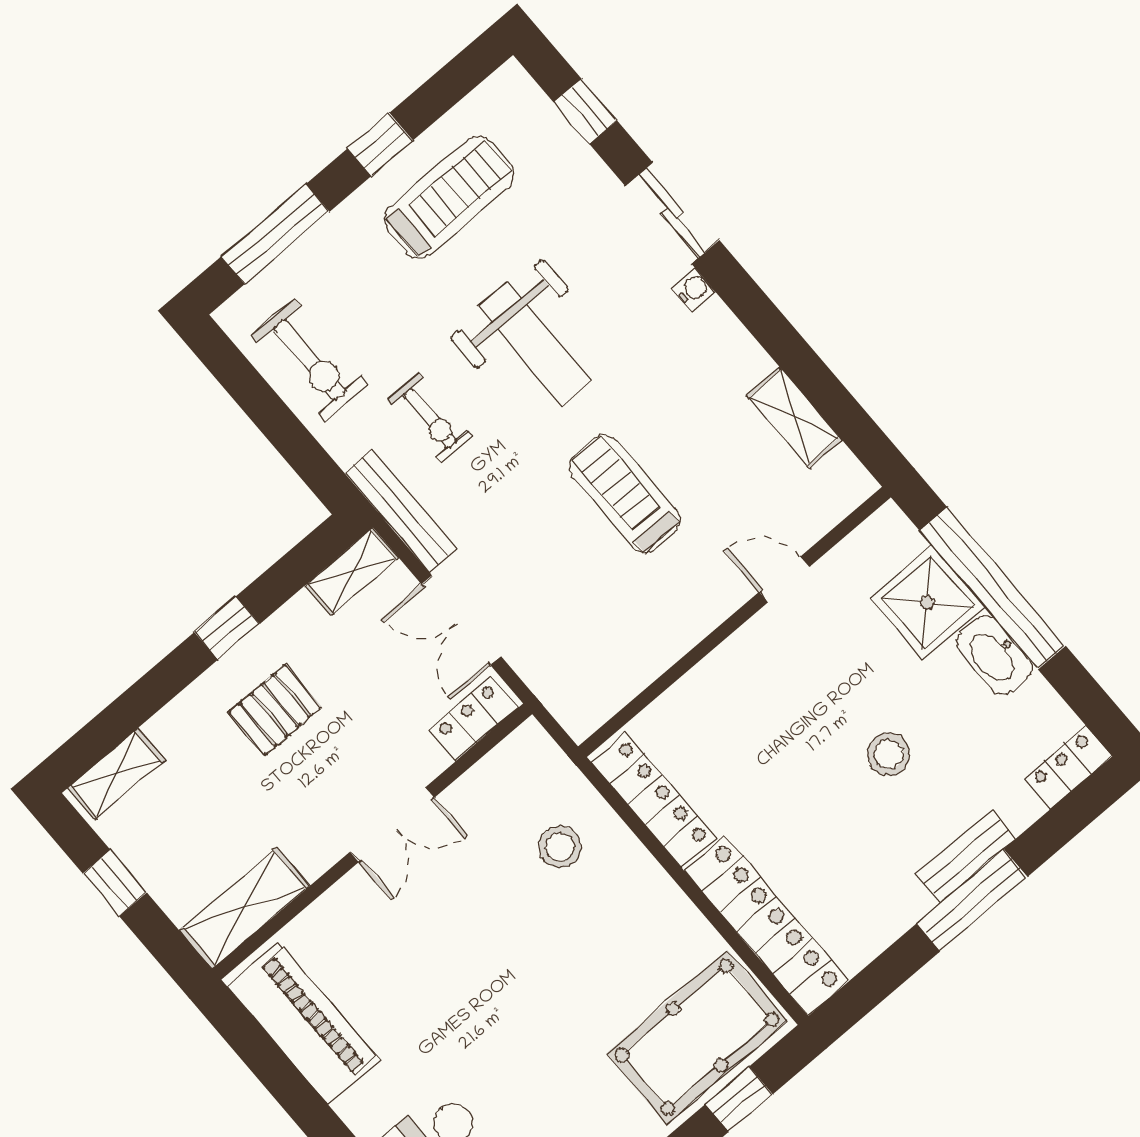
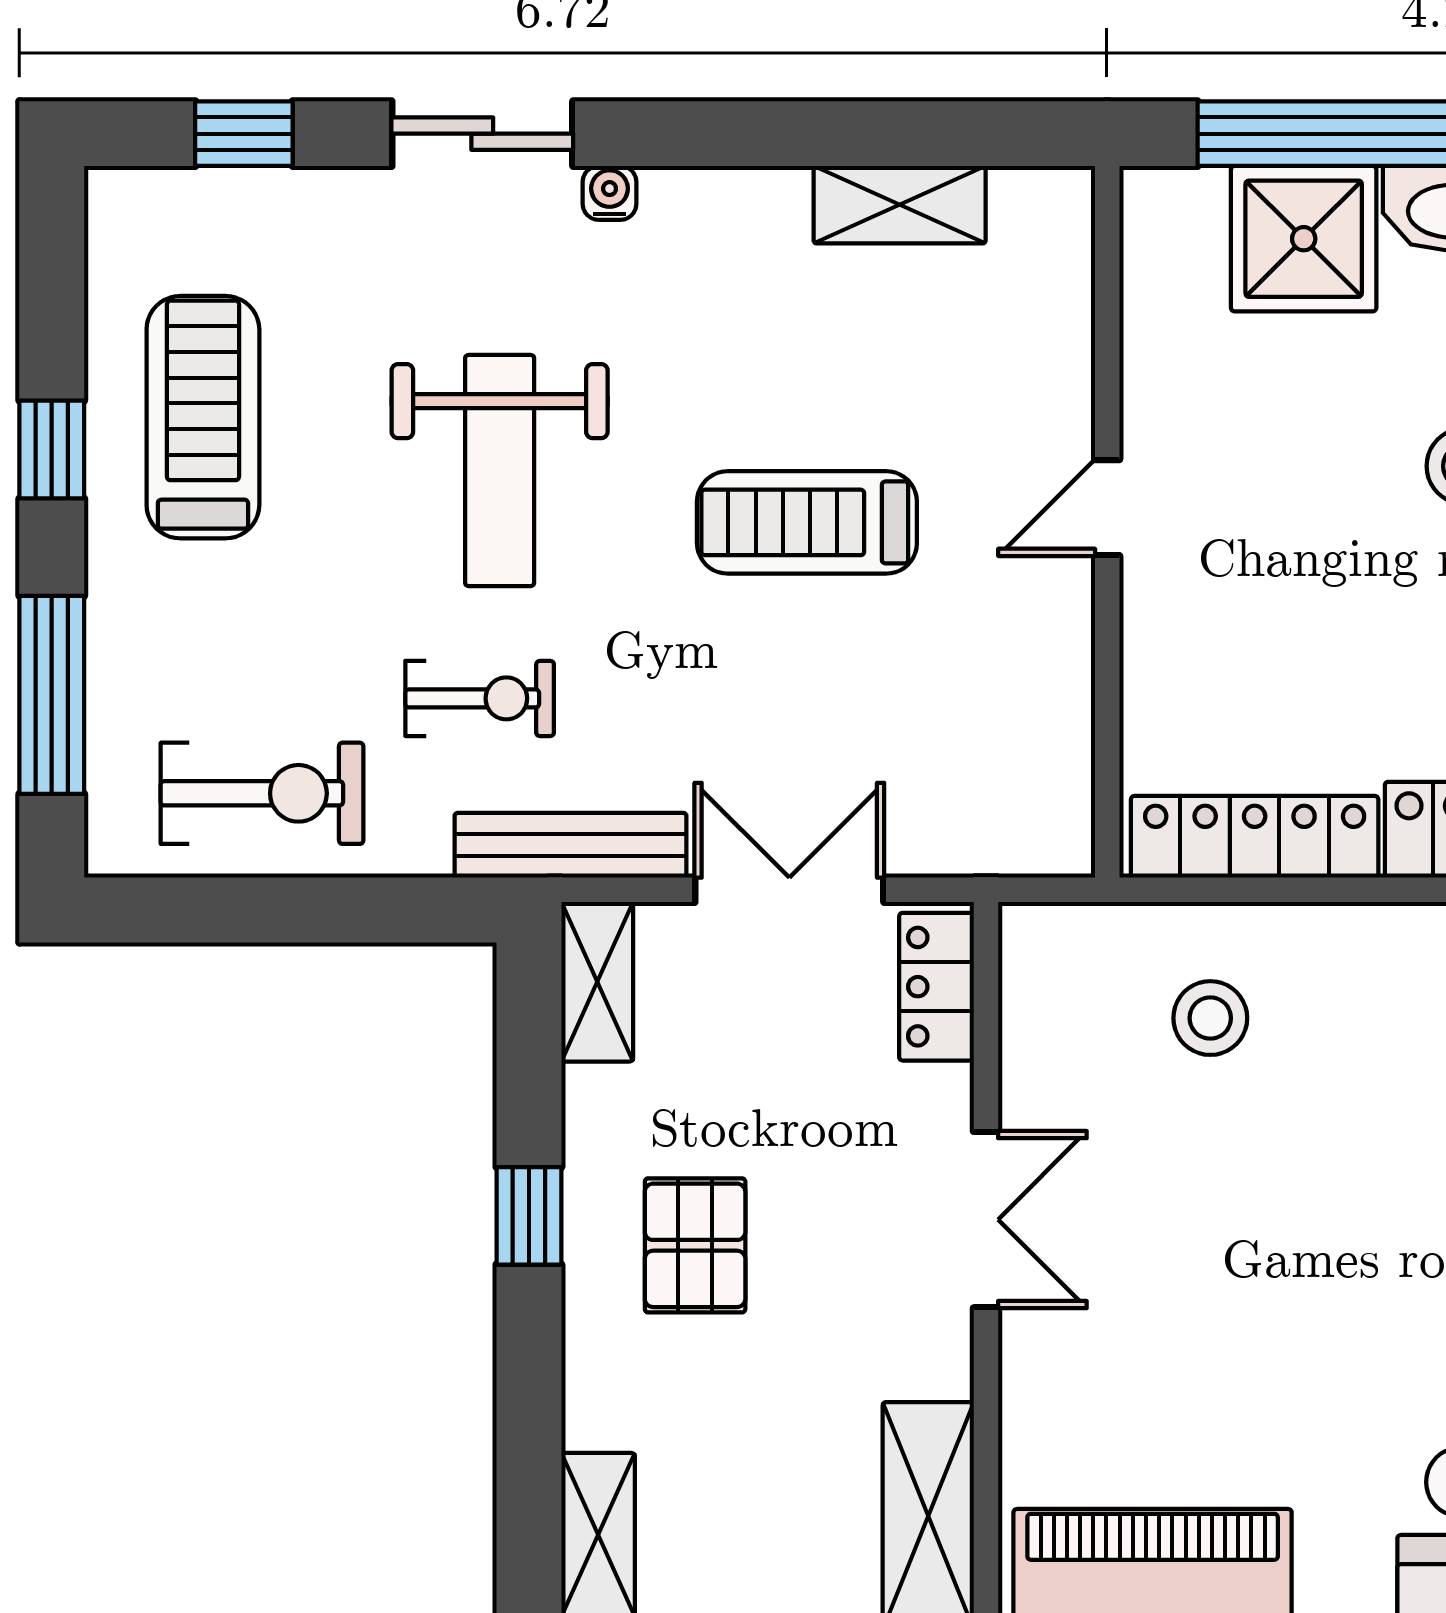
weight bench: (535, 344) -> (500, 470), turned 90
door: (784, 579) -> (1107, 508), moved
double door: (461, 620) -> (789, 890), swing flipped

